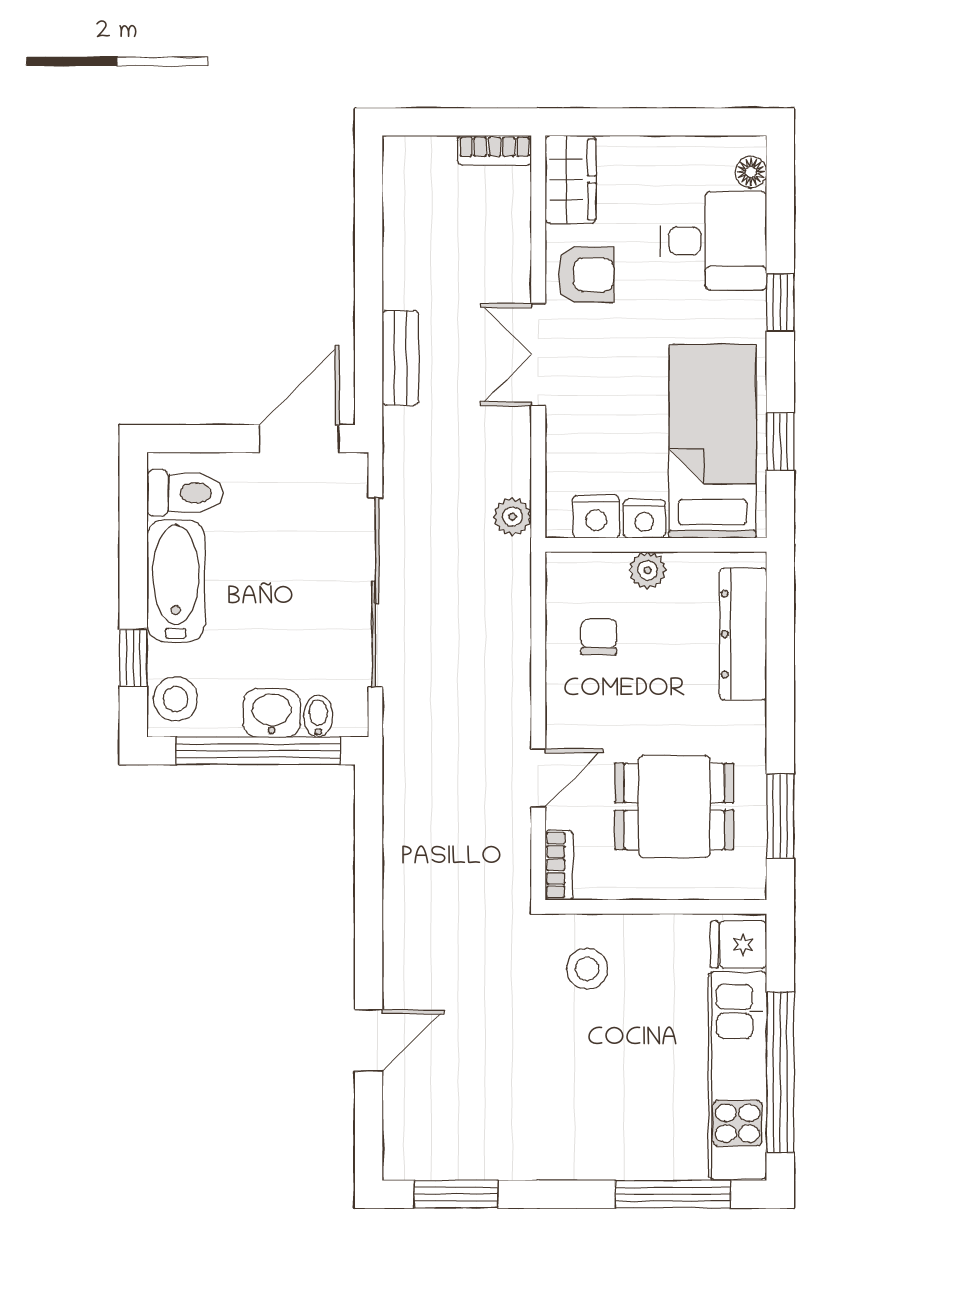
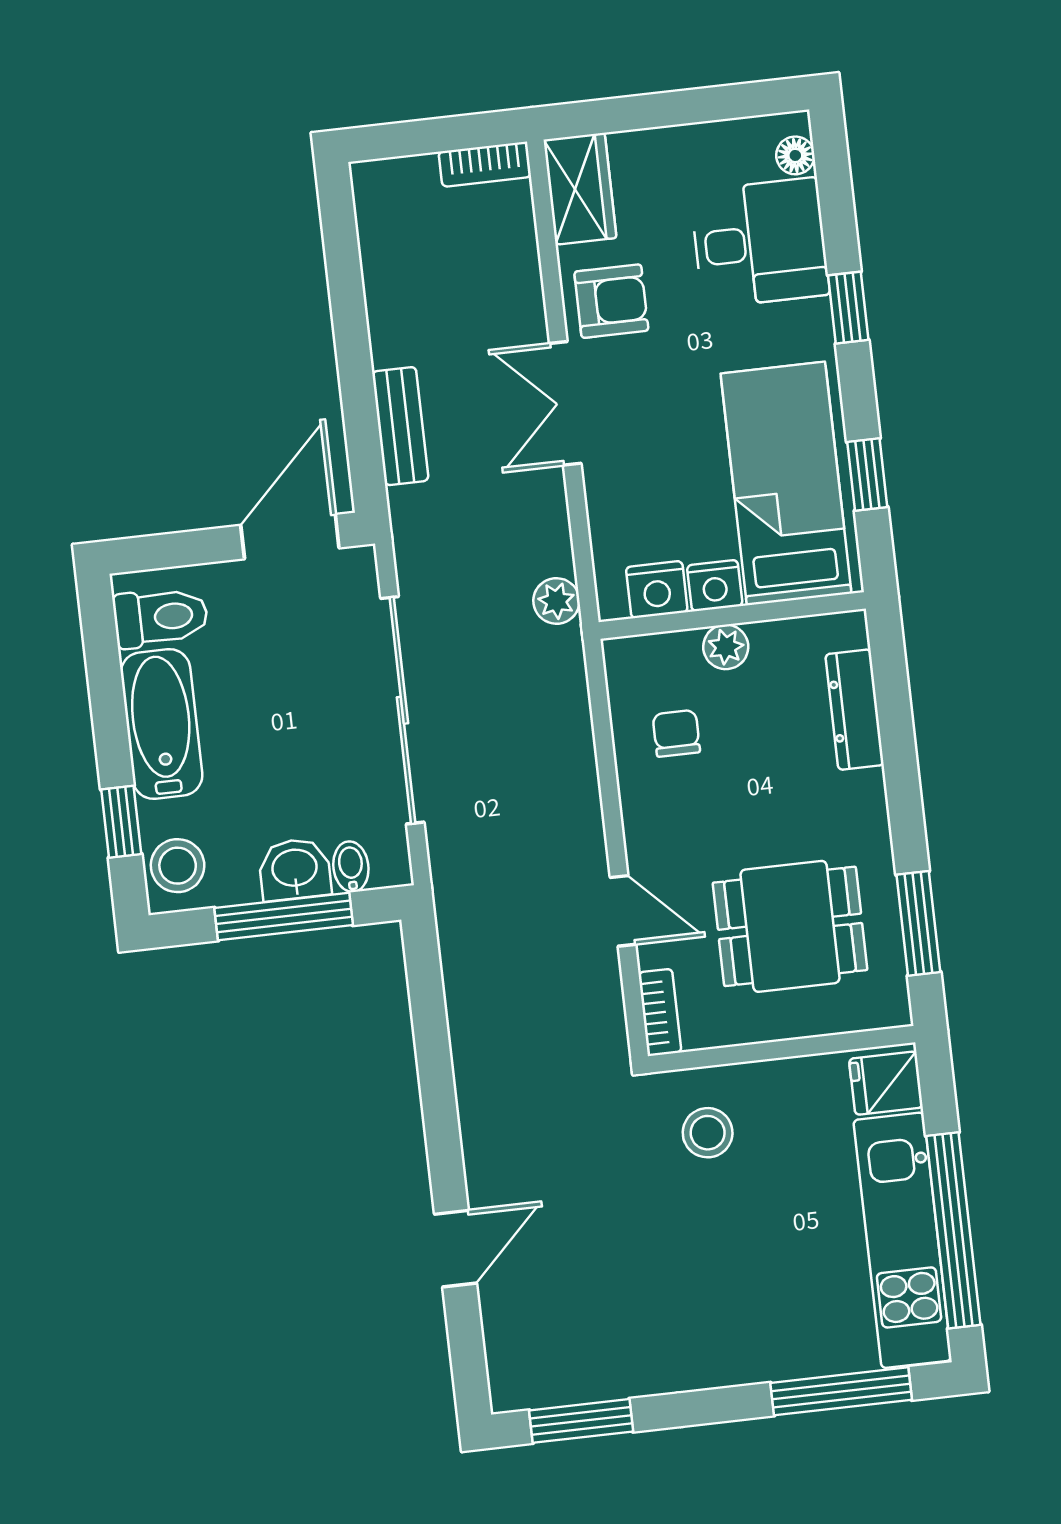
dresser: (743, 634) -> (855, 710), width x0.73, depth x0.80
window: (258, 751) -> (284, 916), width x0.68
door: (538, 778) -> (623, 911), hinge flipped

